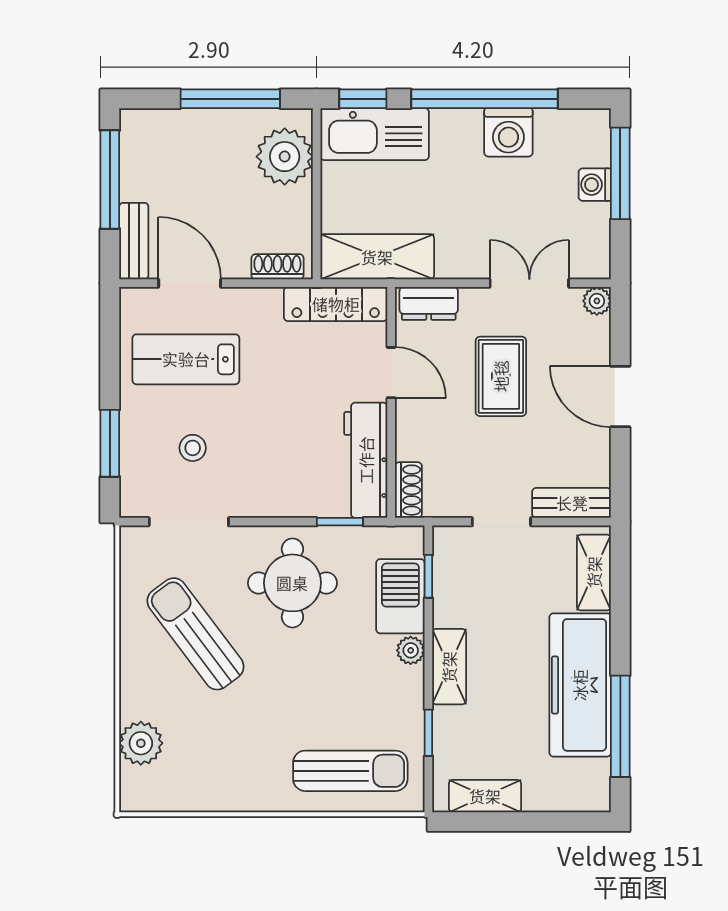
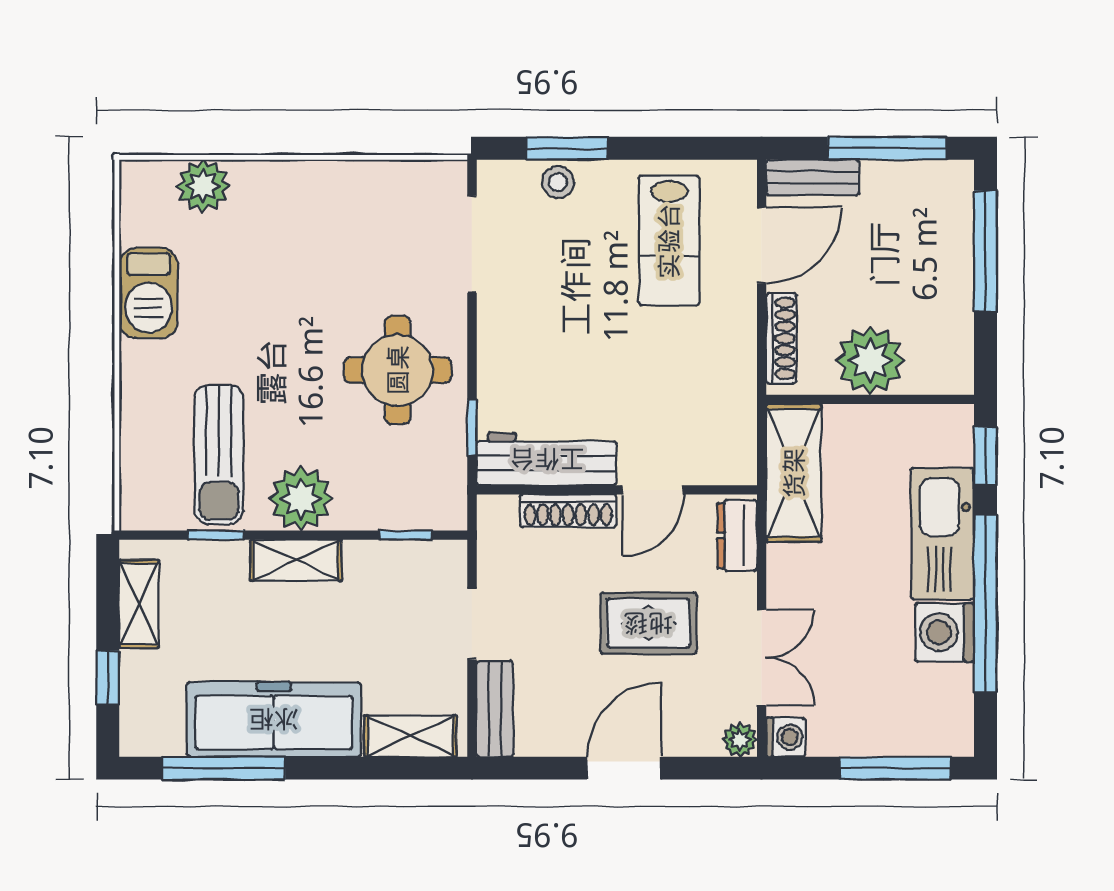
window: (230, 99) -> (985, 251), moved
kitchen sink: (375, 134) -> (943, 533), moved
plant: (285, 157) -> (870, 361), moved
washing machine: (595, 185) -> (786, 737), moved, turned 90
shoe rack: (277, 267) -> (781, 338), width x1.43
locker: (336, 304) -> (736, 423), removed
lab bench: (186, 359) -> (669, 241), turned 180
stool: (193, 448) -> (558, 182), moved
shoe rack: (408, 490) -> (568, 511), moved, width x1.43
barbecue: (400, 596) -> (149, 293), moved, turned 90
sun lounger: (195, 634) -> (336, 252), removed
plant: (411, 650) -> (301, 499), width x1.88, depth x1.88
sun lounger: (350, 771) -> (219, 454), moved
window: (546, 822) -> (108, 678), added

